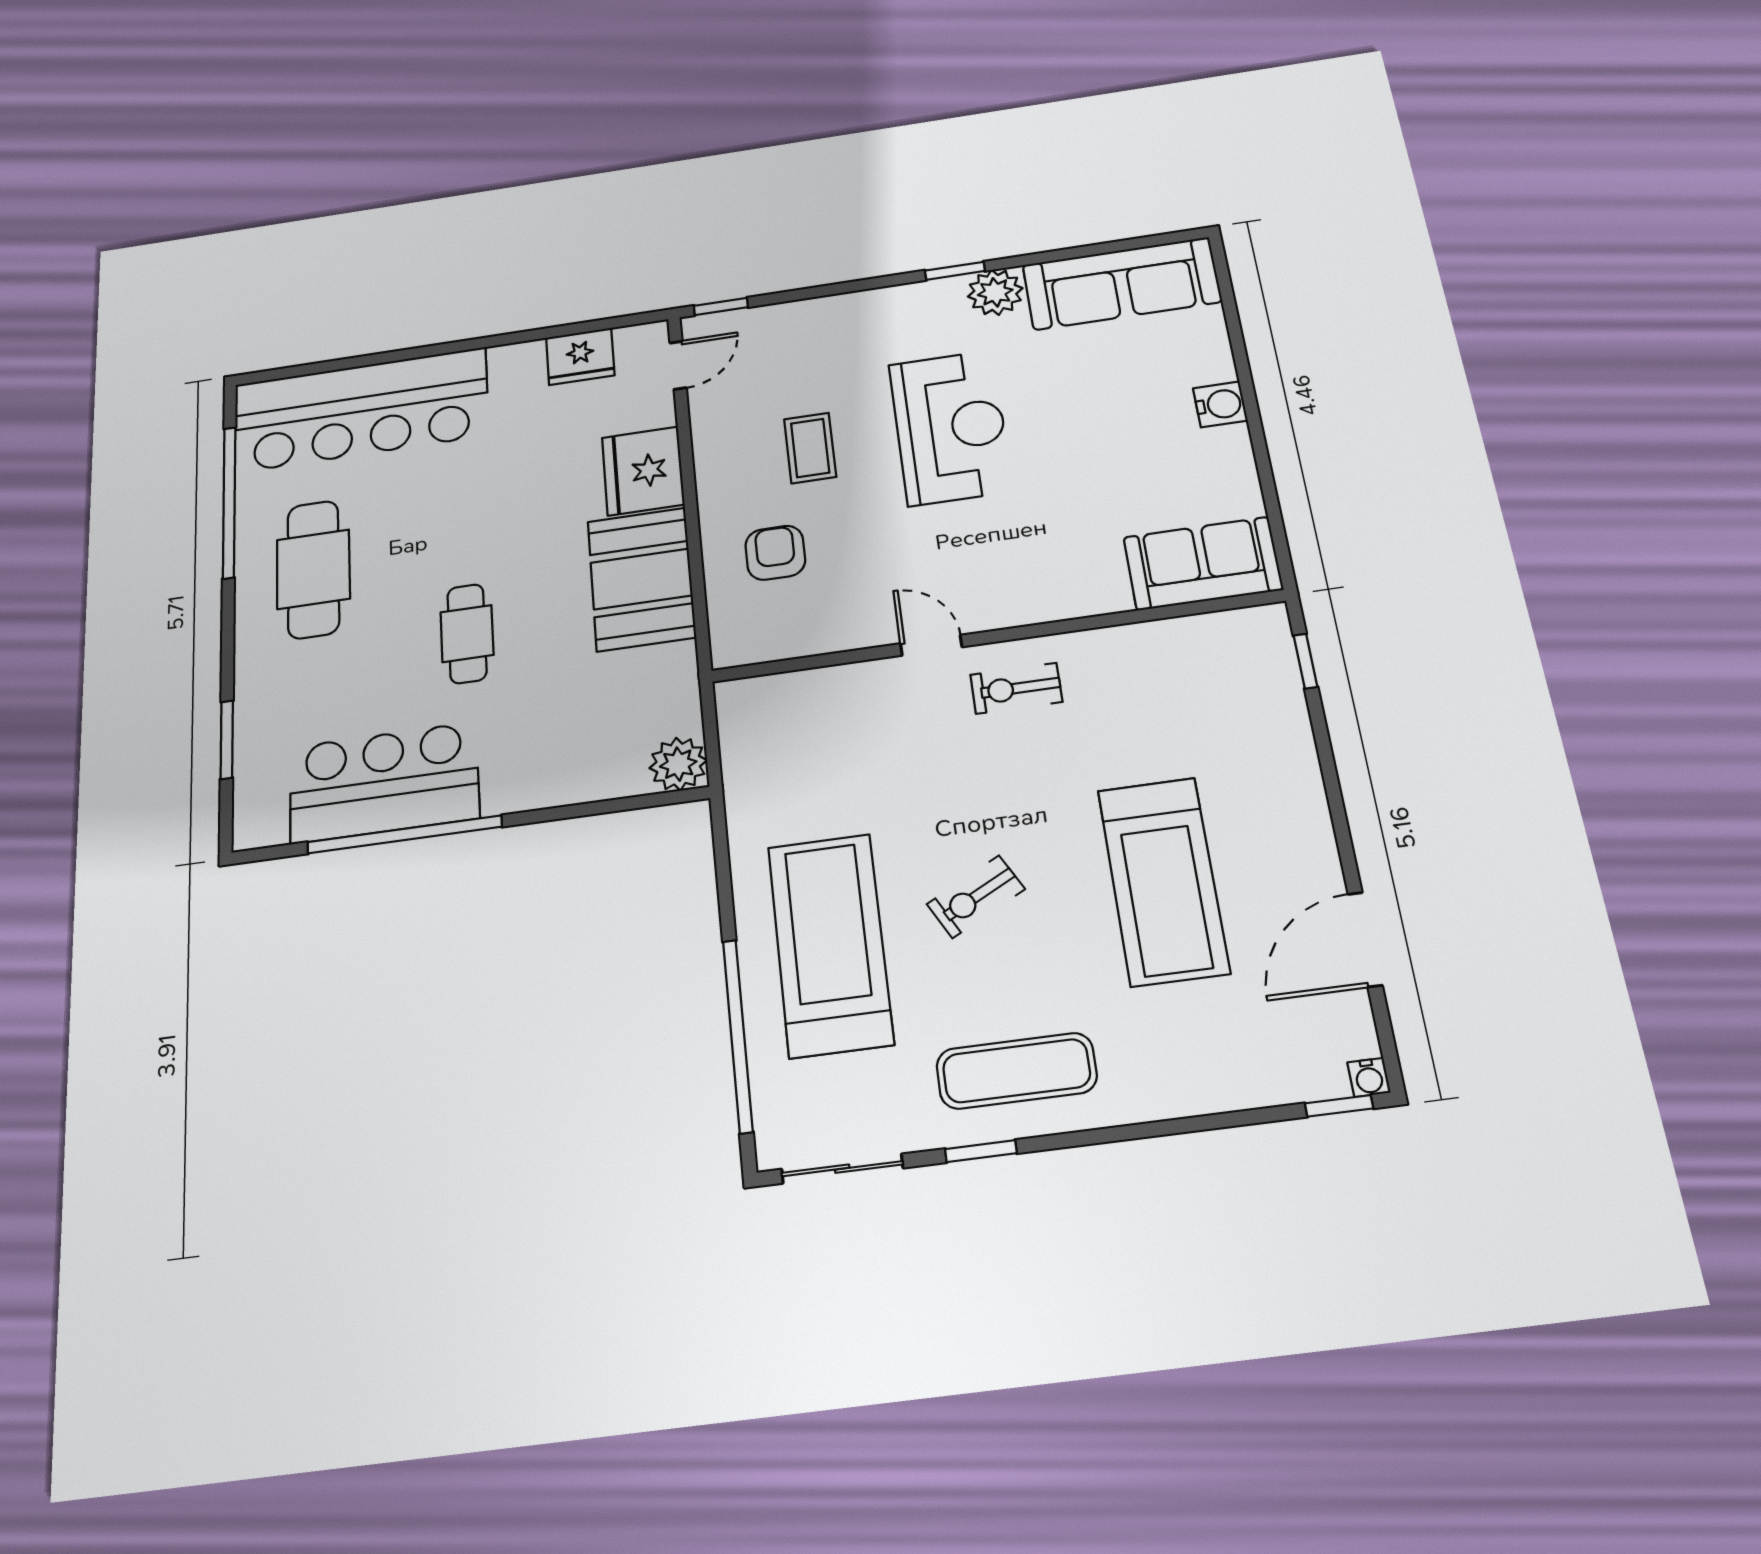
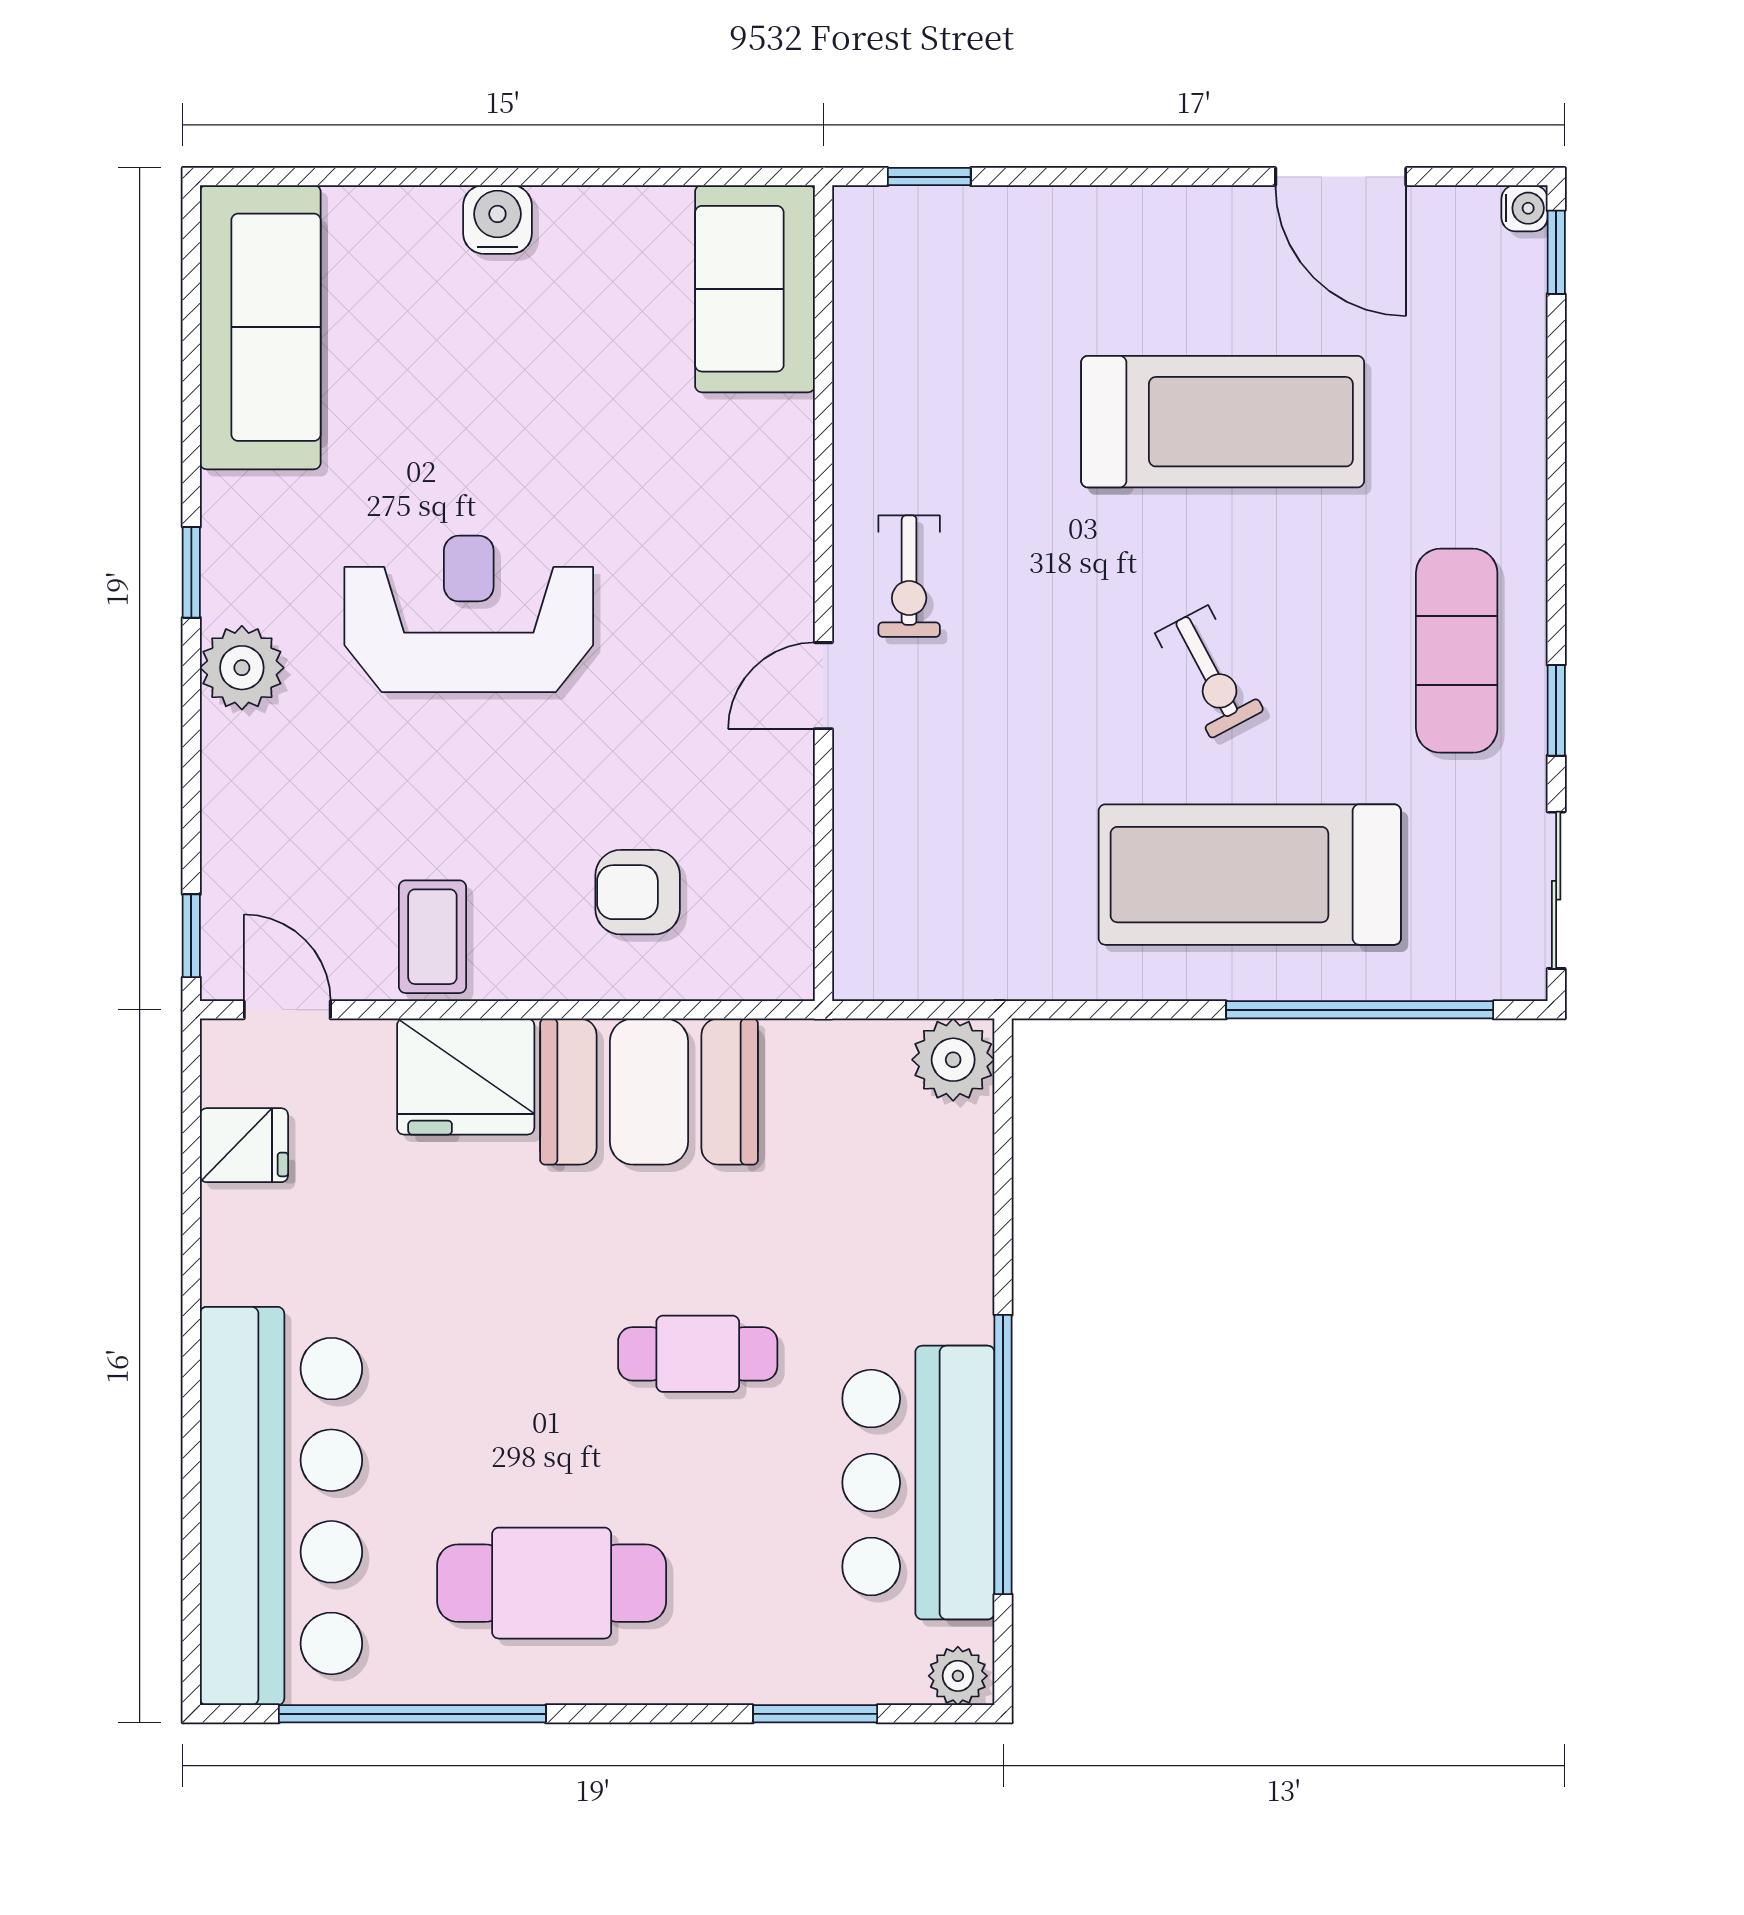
plant: (995, 292) -> (242, 668), moved
fridge: (580, 356) -> (244, 1145), width x0.72
coffee table: (810, 448) -> (432, 937), moved, turned 90
plant: (252, 826) -> (958, 1676), added

